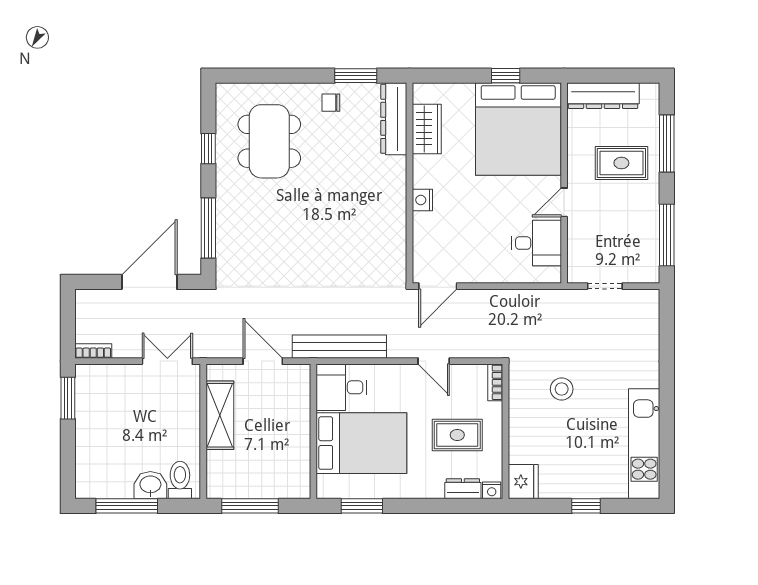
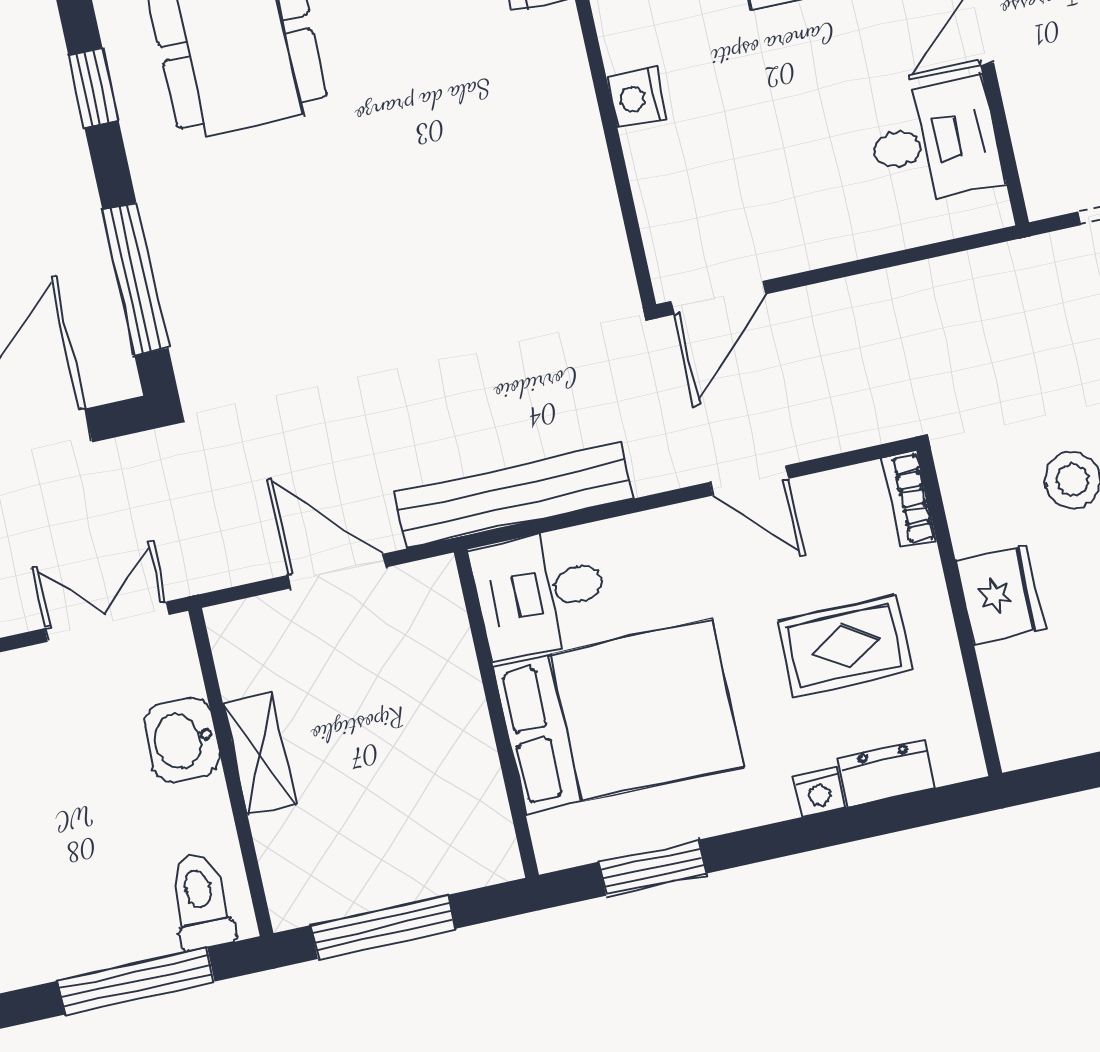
shelving: (220, 415) -> (260, 754), width x0.67, depth x0.75
fridge: (523, 482) -> (1000, 594), moved
washbasin: (150, 485) -> (182, 740), moved, turned -90
nightstand: (492, 490) -> (819, 792), moved
window: (127, 506) -> (136, 981), moved

